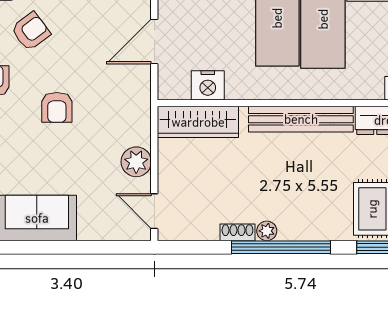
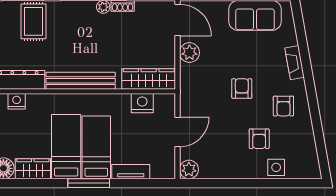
armchair: (31, 31) -> (259, 139), turned -53
door: (154, 211) -> (177, 20), width x1.38

